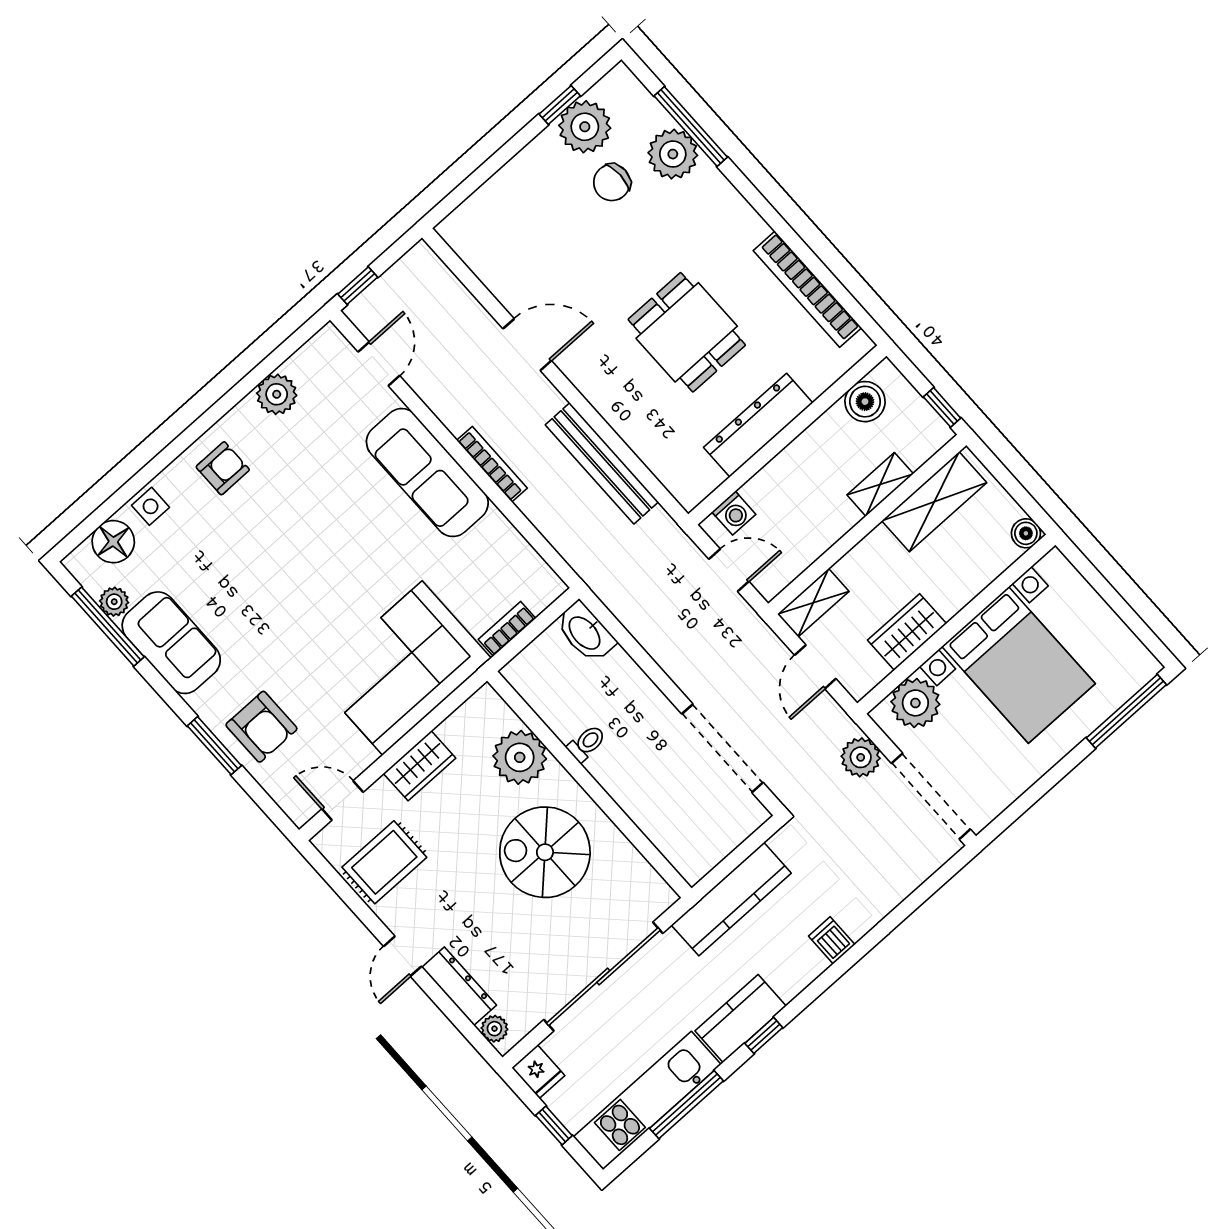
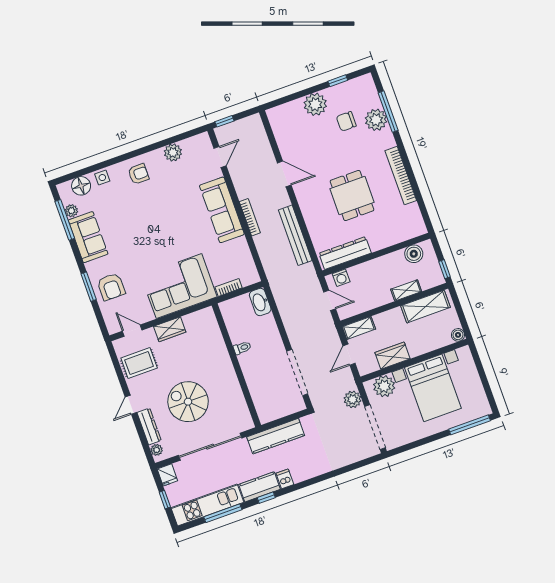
plant: (585, 127) -> (315, 104), moved
bookcase: (807, 289) -> (401, 176), moved
dresser: (758, 425) -> (345, 253), moved
plant: (520, 757) -> (212, 342), removed
spiral stairs: (545, 852) -> (188, 402), moved
dishwasher: (832, 940) -> (285, 479), moved

